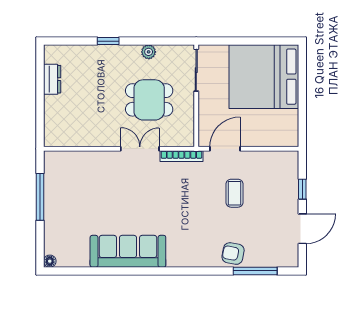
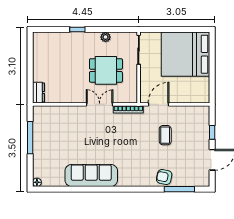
dresser: (52, 79) -> (39, 93), moved

